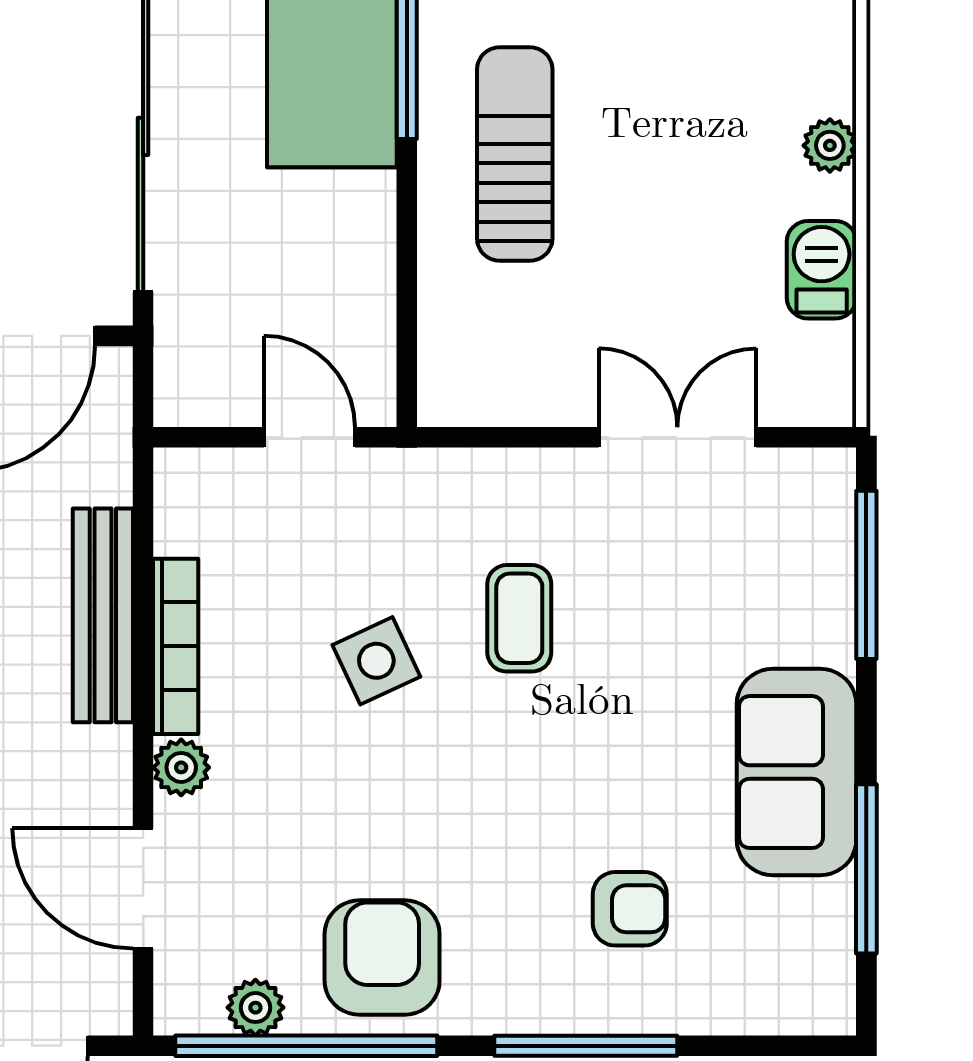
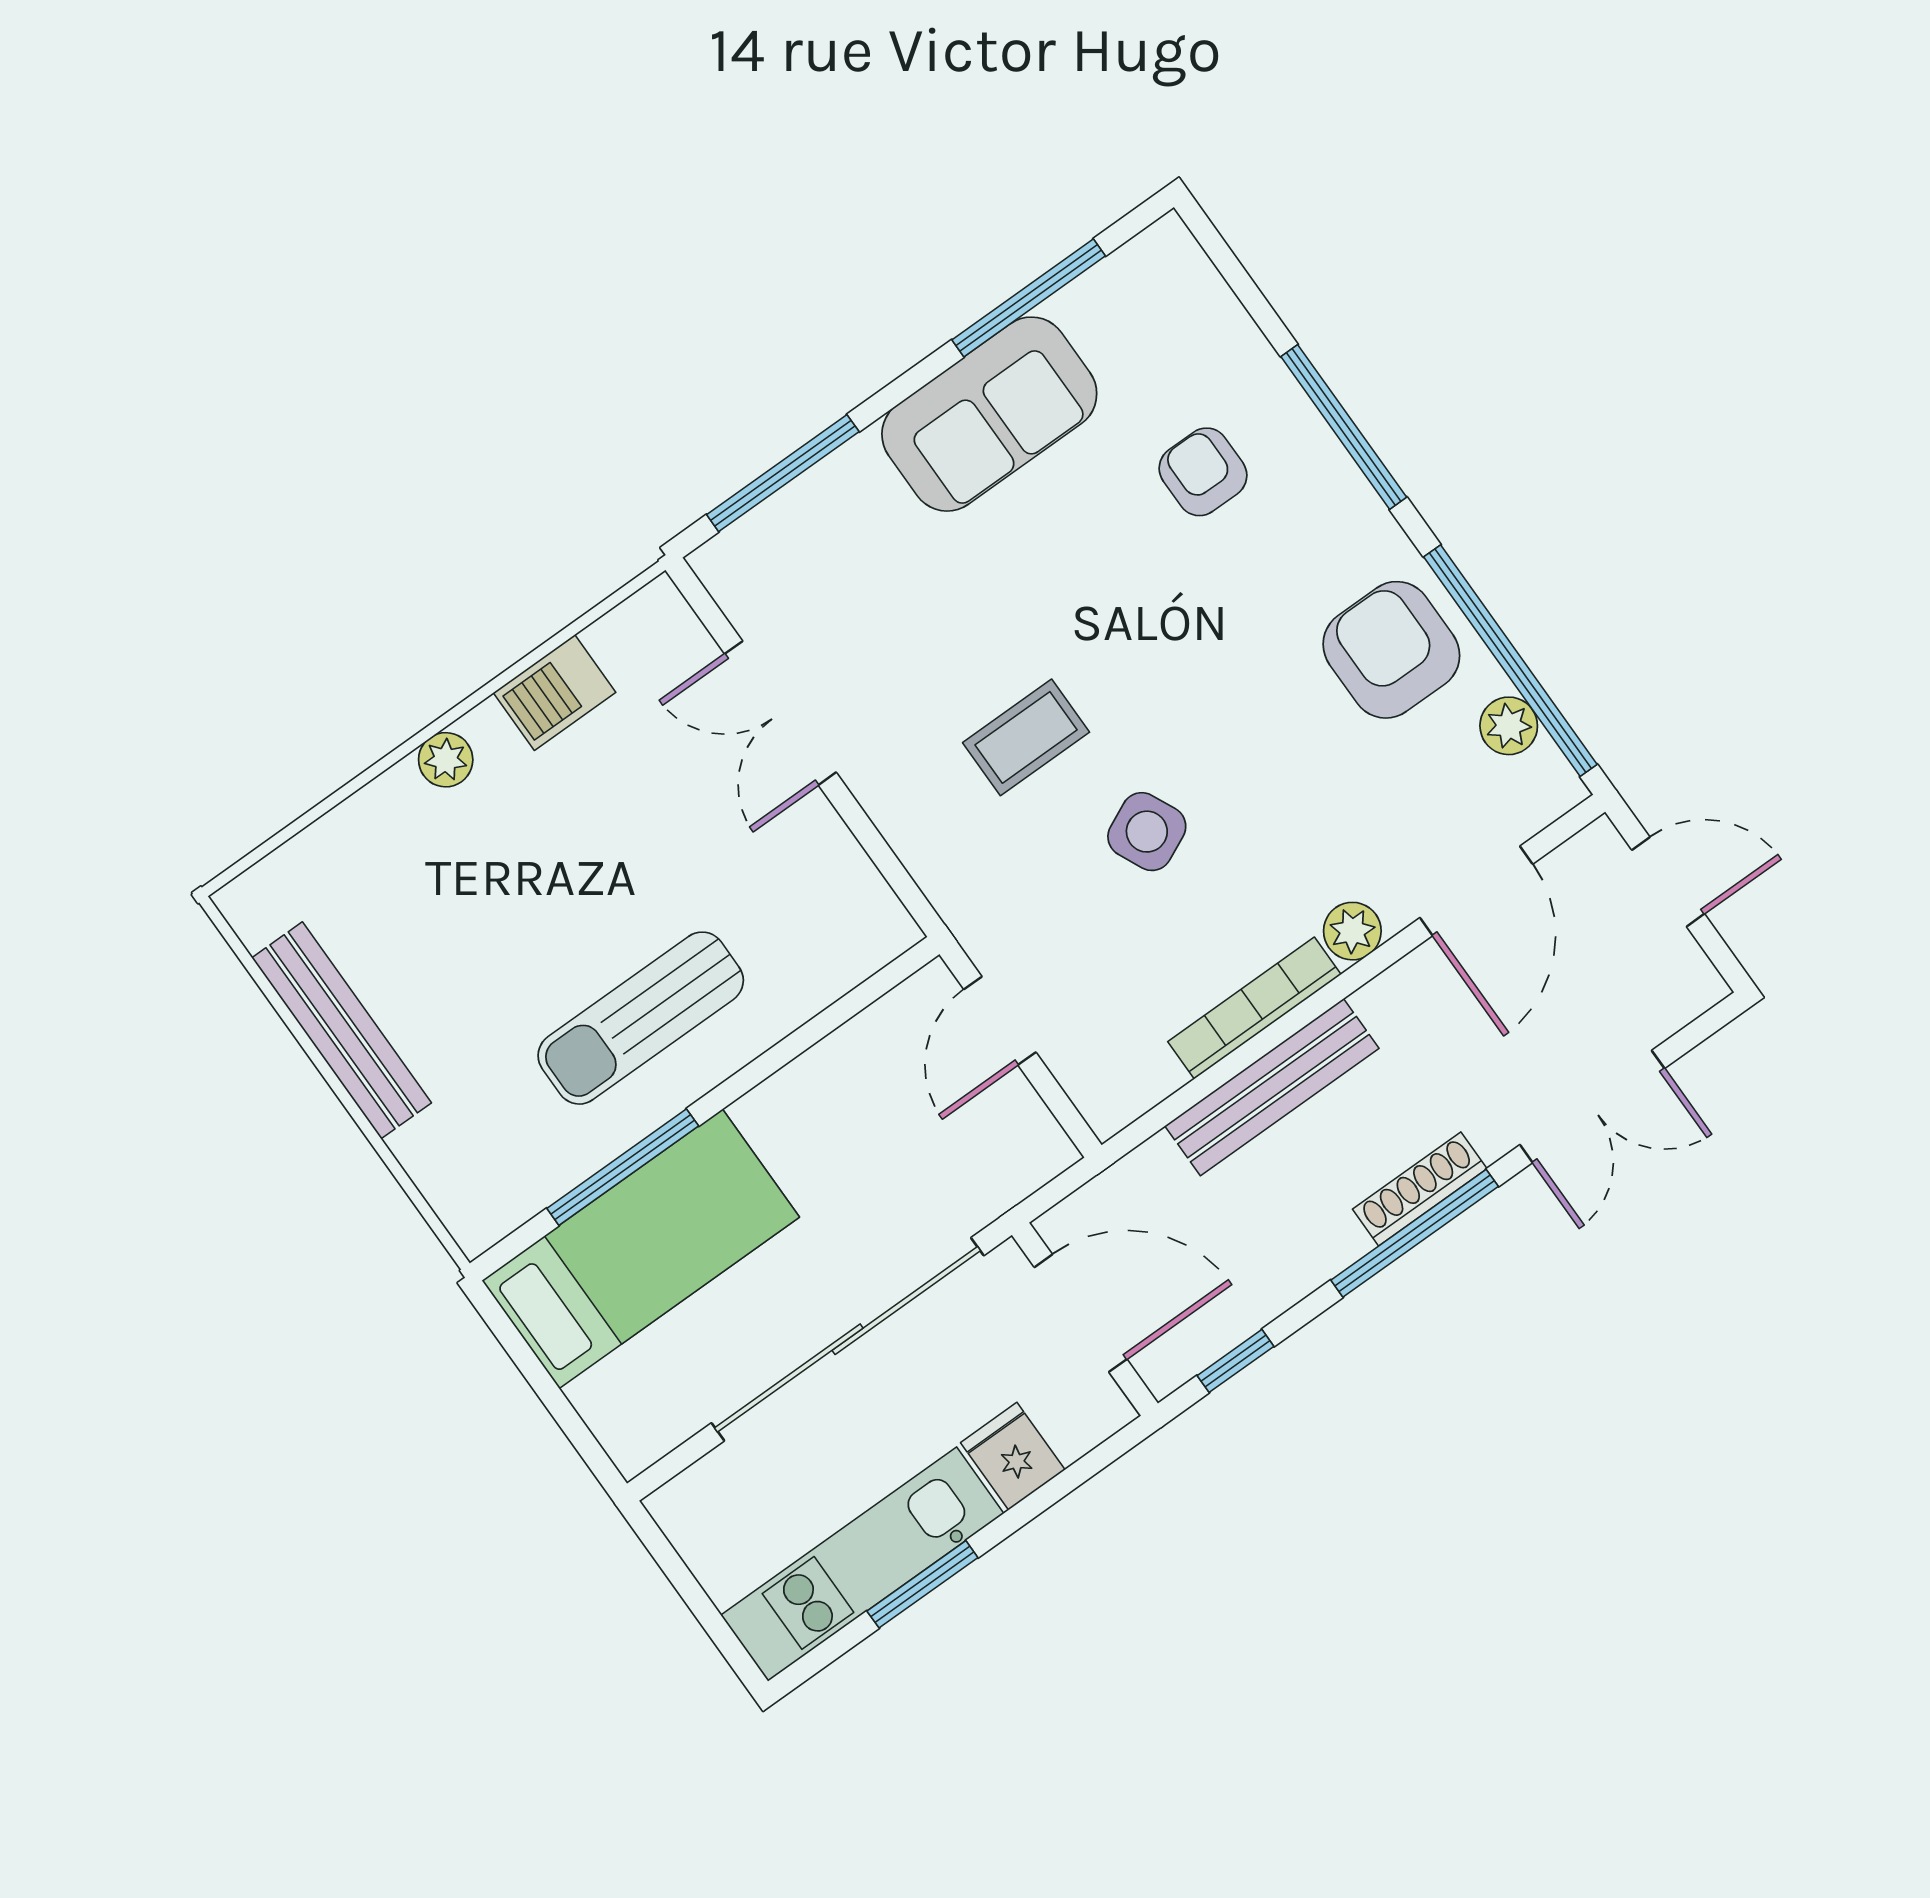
armchair: (382, 957) -> (1391, 650), turned 90

